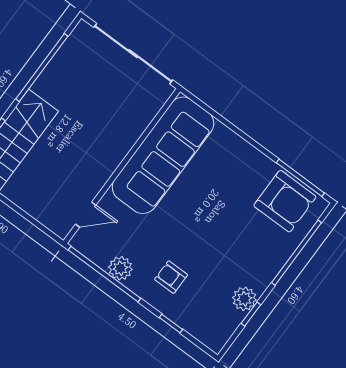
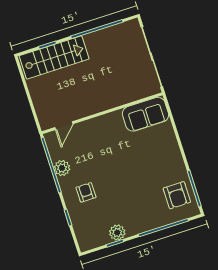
sofa: (163, 155) -> (145, 114), width x0.54, depth x0.79
armchair: (285, 201) -> (177, 195), width x0.73, depth x0.73
door: (86, 215) -> (64, 126), hinge flipped

